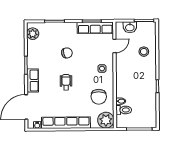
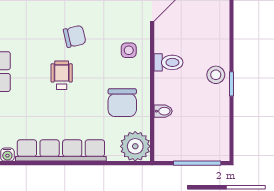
stool: (144, 52) -> (216, 75), moved
chair: (67, 53) -> (75, 36), moved
toilet: (124, 110) -> (168, 62), moved

